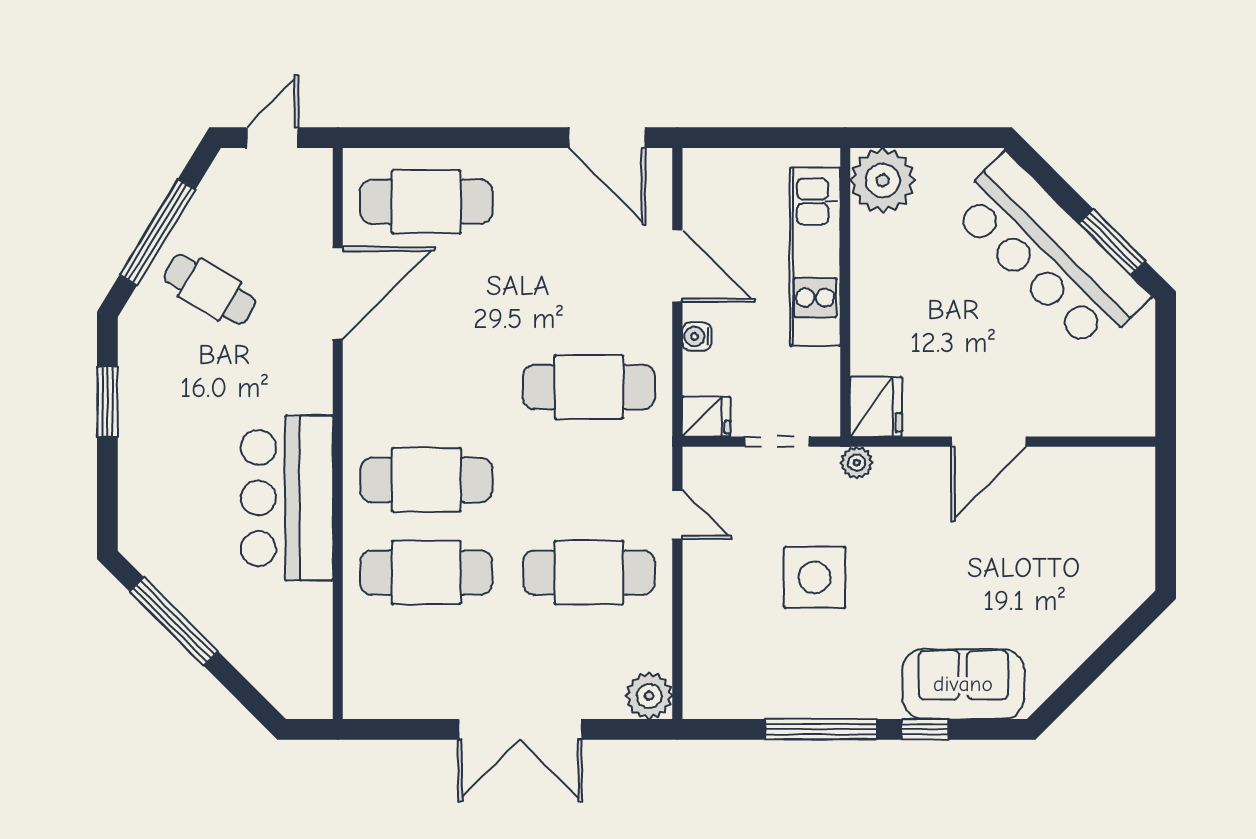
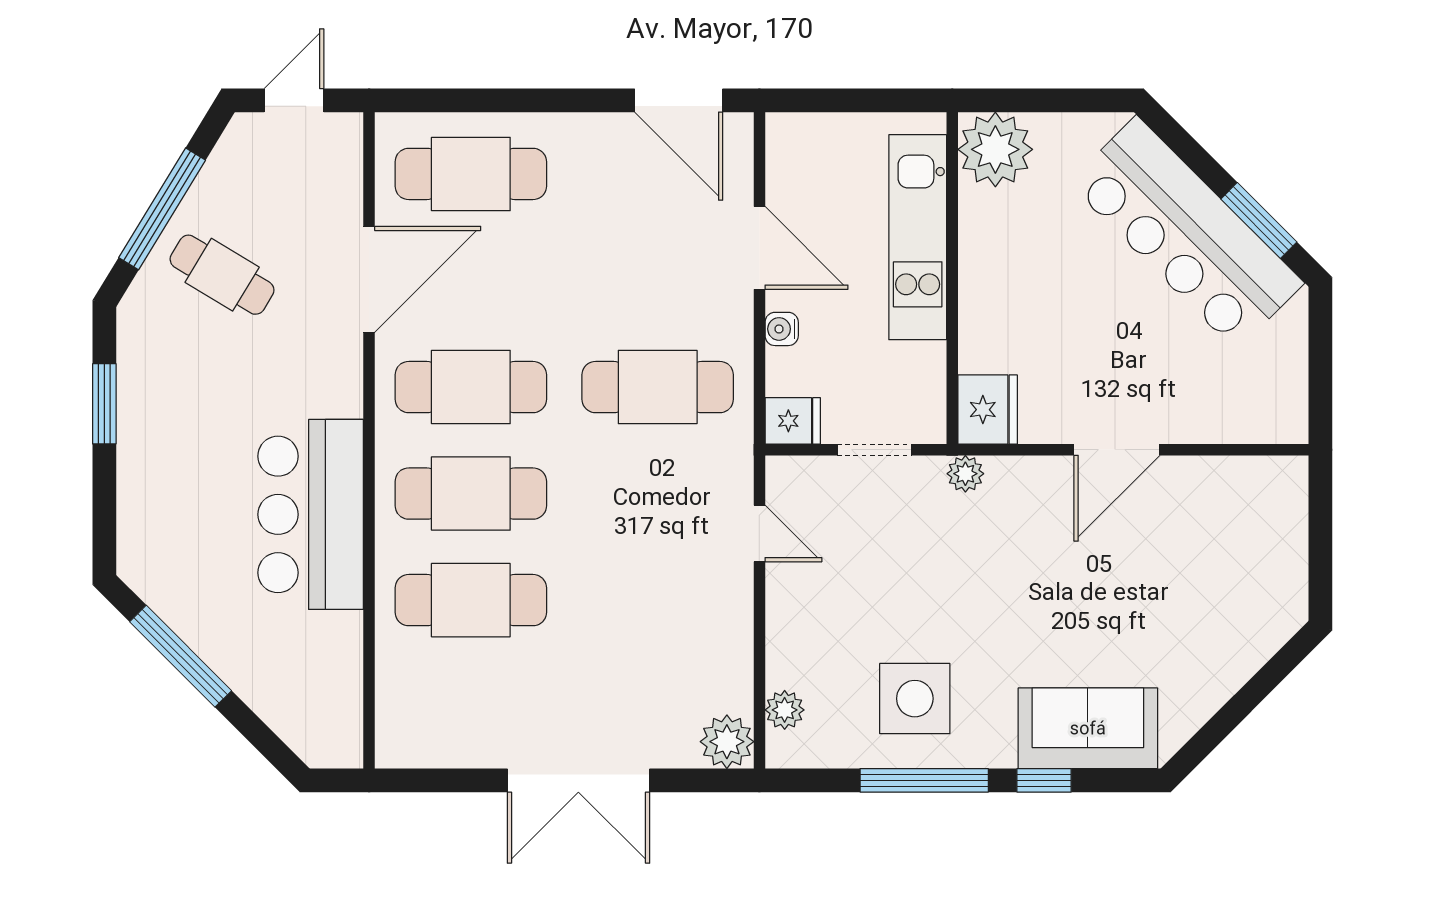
cafe table: (589, 573) -> (471, 387), moved
side table: (815, 577) -> (915, 699), moved
plant: (699, 668) -> (785, 710), added

